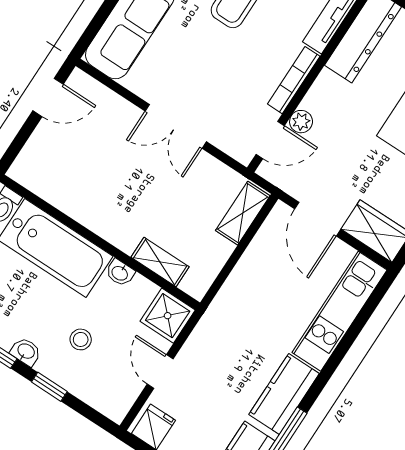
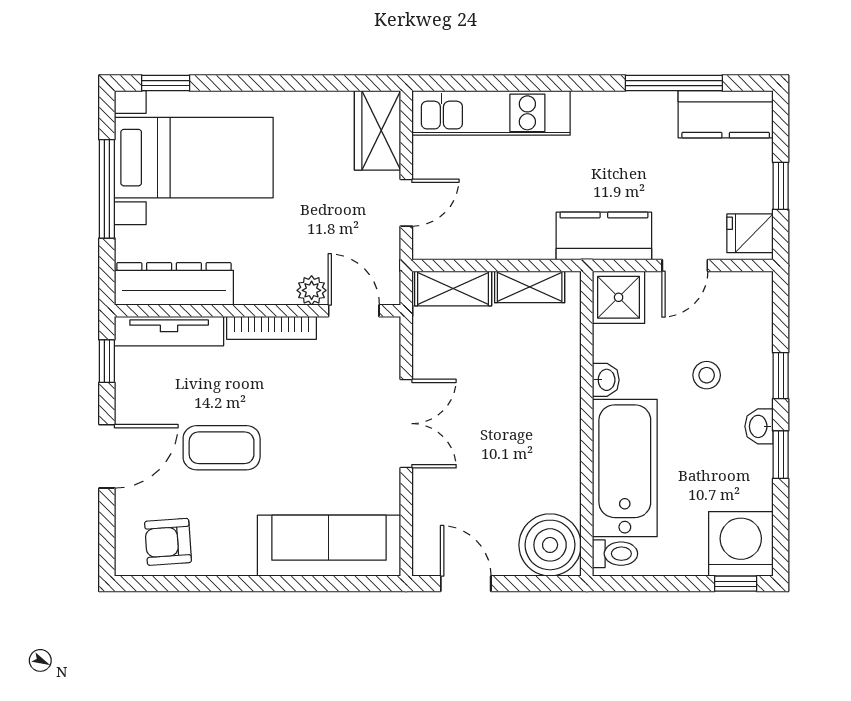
boiler: (37, 168) -> (550, 545), added
door: (318, 219) -> (406, 203), width x0.73
shelving: (160, 262) -> (530, 287), moved, turned 90
kitchen counter: (284, 394) -> (604, 236), moved, turned 180

